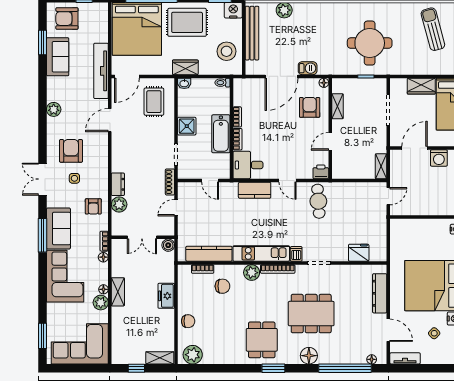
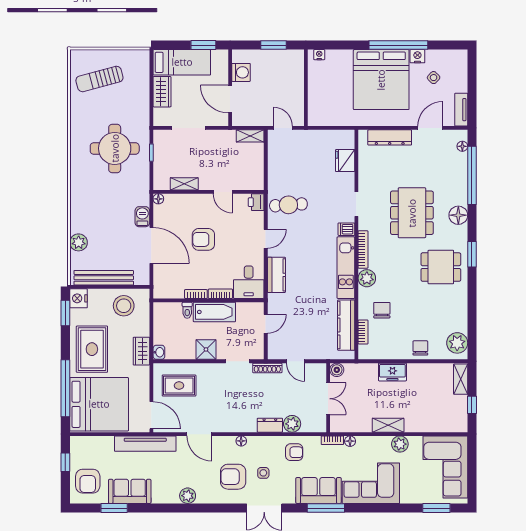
toilet: (222, 83) -> (187, 310), moved
armchair: (310, 107) -> (203, 239), moved
floor lamp: (103, 289) -> (241, 441), moved

